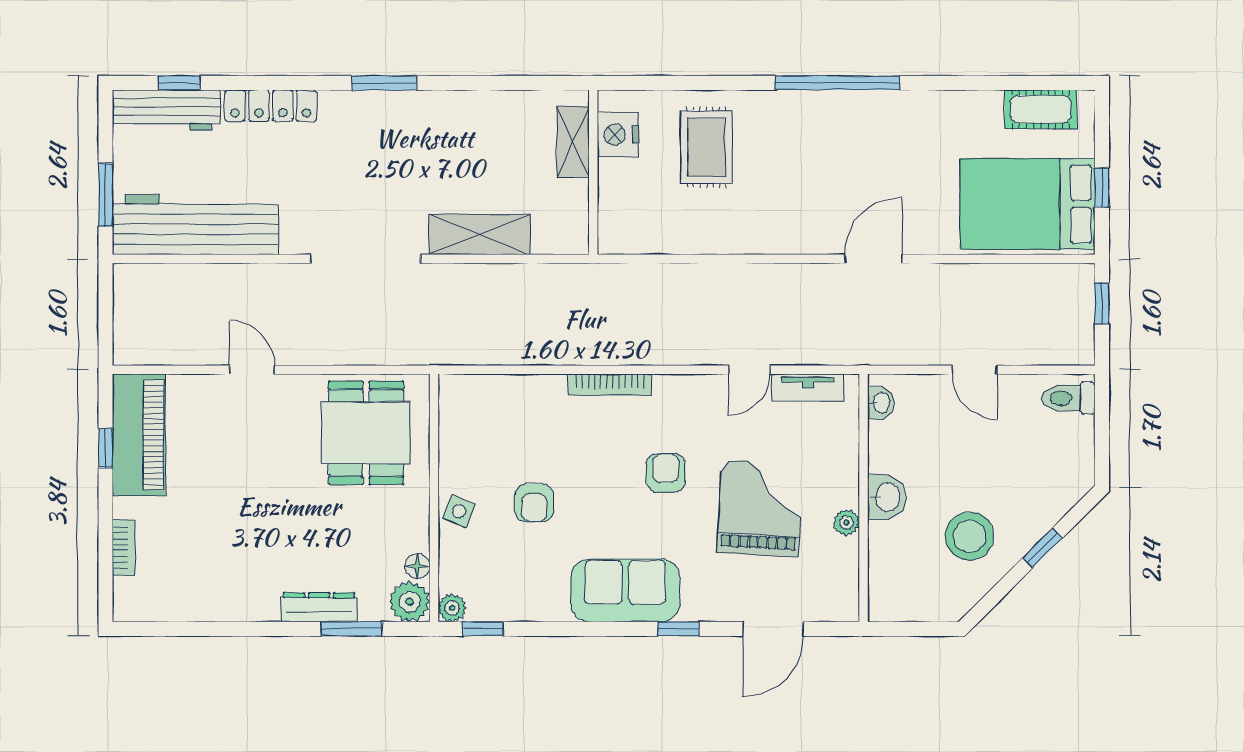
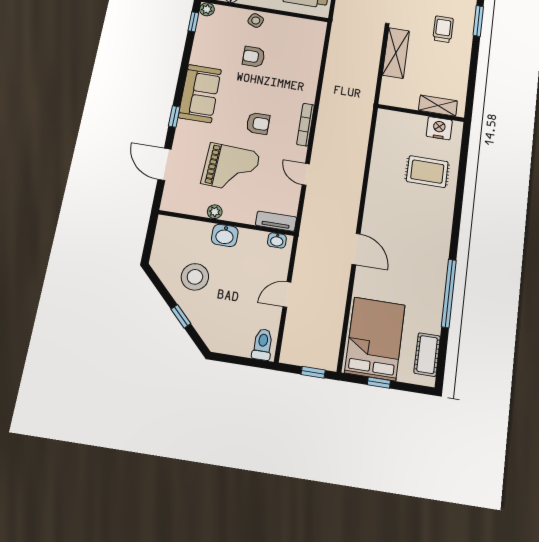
window: (837, 83) -> (449, 293), moved
trolley: (414, 149) -> (443, 29), added
bookcase: (610, 385) -> (306, 125), moved
tv unit: (808, 388) -> (276, 221), moved, turned 90

